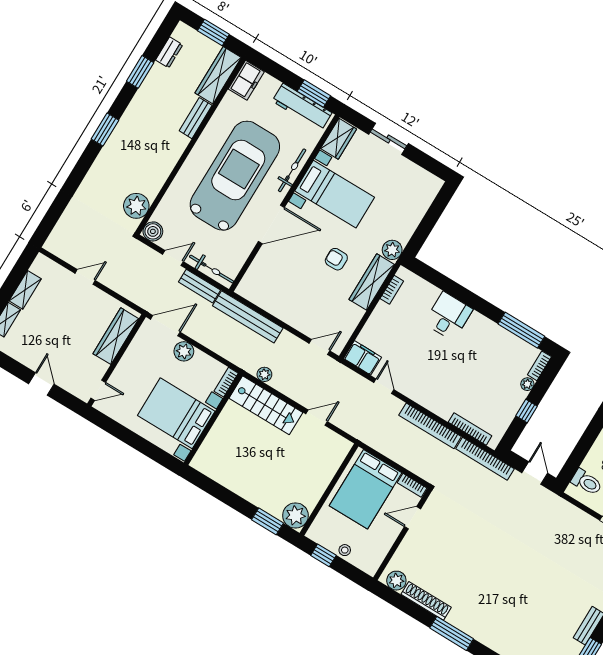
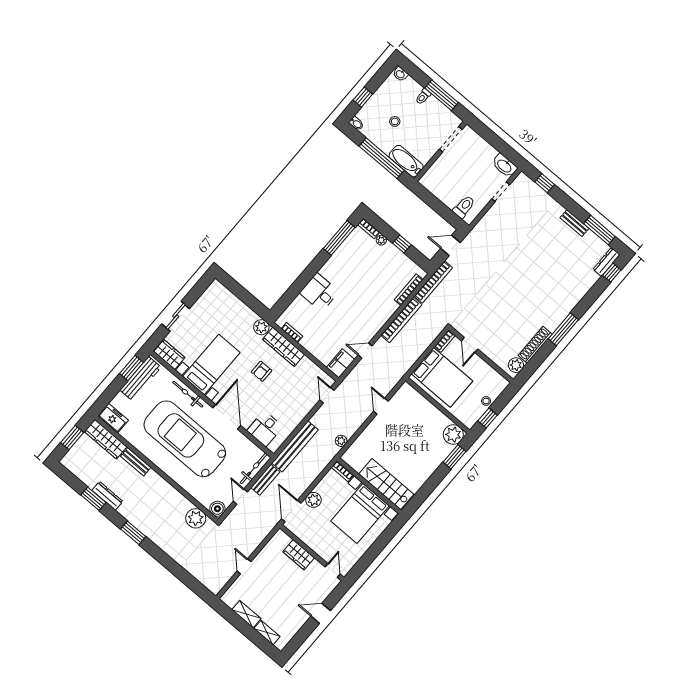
dresser: (169, 52) -> (107, 496), moved, width x1.44
desk: (264, 275) -> (265, 429), added
wardrobe: (116, 336) -> (299, 555), width x0.67
stairs: (266, 405) -> (386, 484), moved, turned -90

